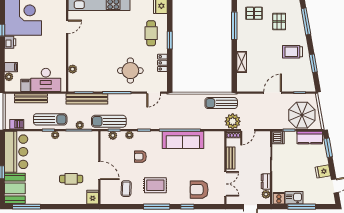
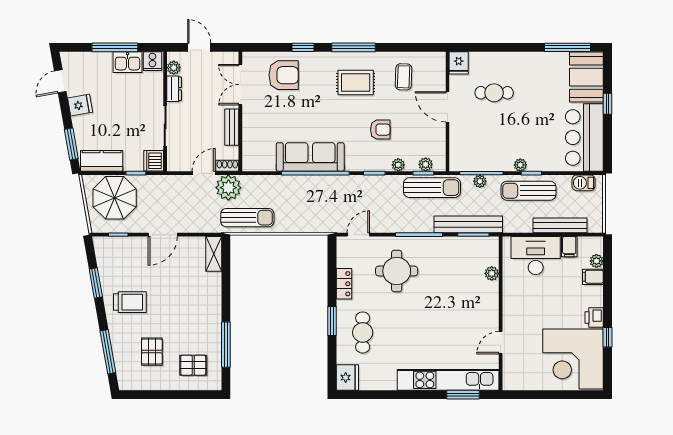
shelving: (242, 62) -> (214, 254), moved

